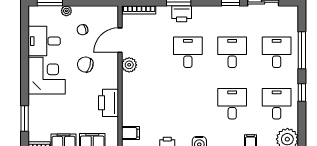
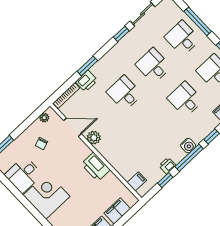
plant: (66, 11) -> (44, 118), moved
printer: (182, 14) -> (87, 81), moved
door: (120, 40) -> (72, 127), swing flipped
chair: (85, 65) -> (65, 165), removed
printer: (108, 103) -> (96, 167), moved

